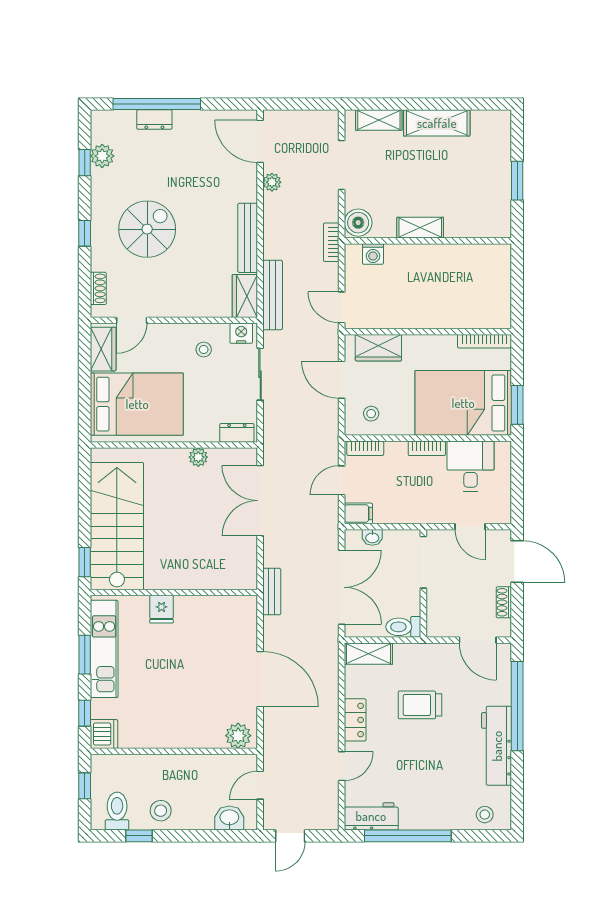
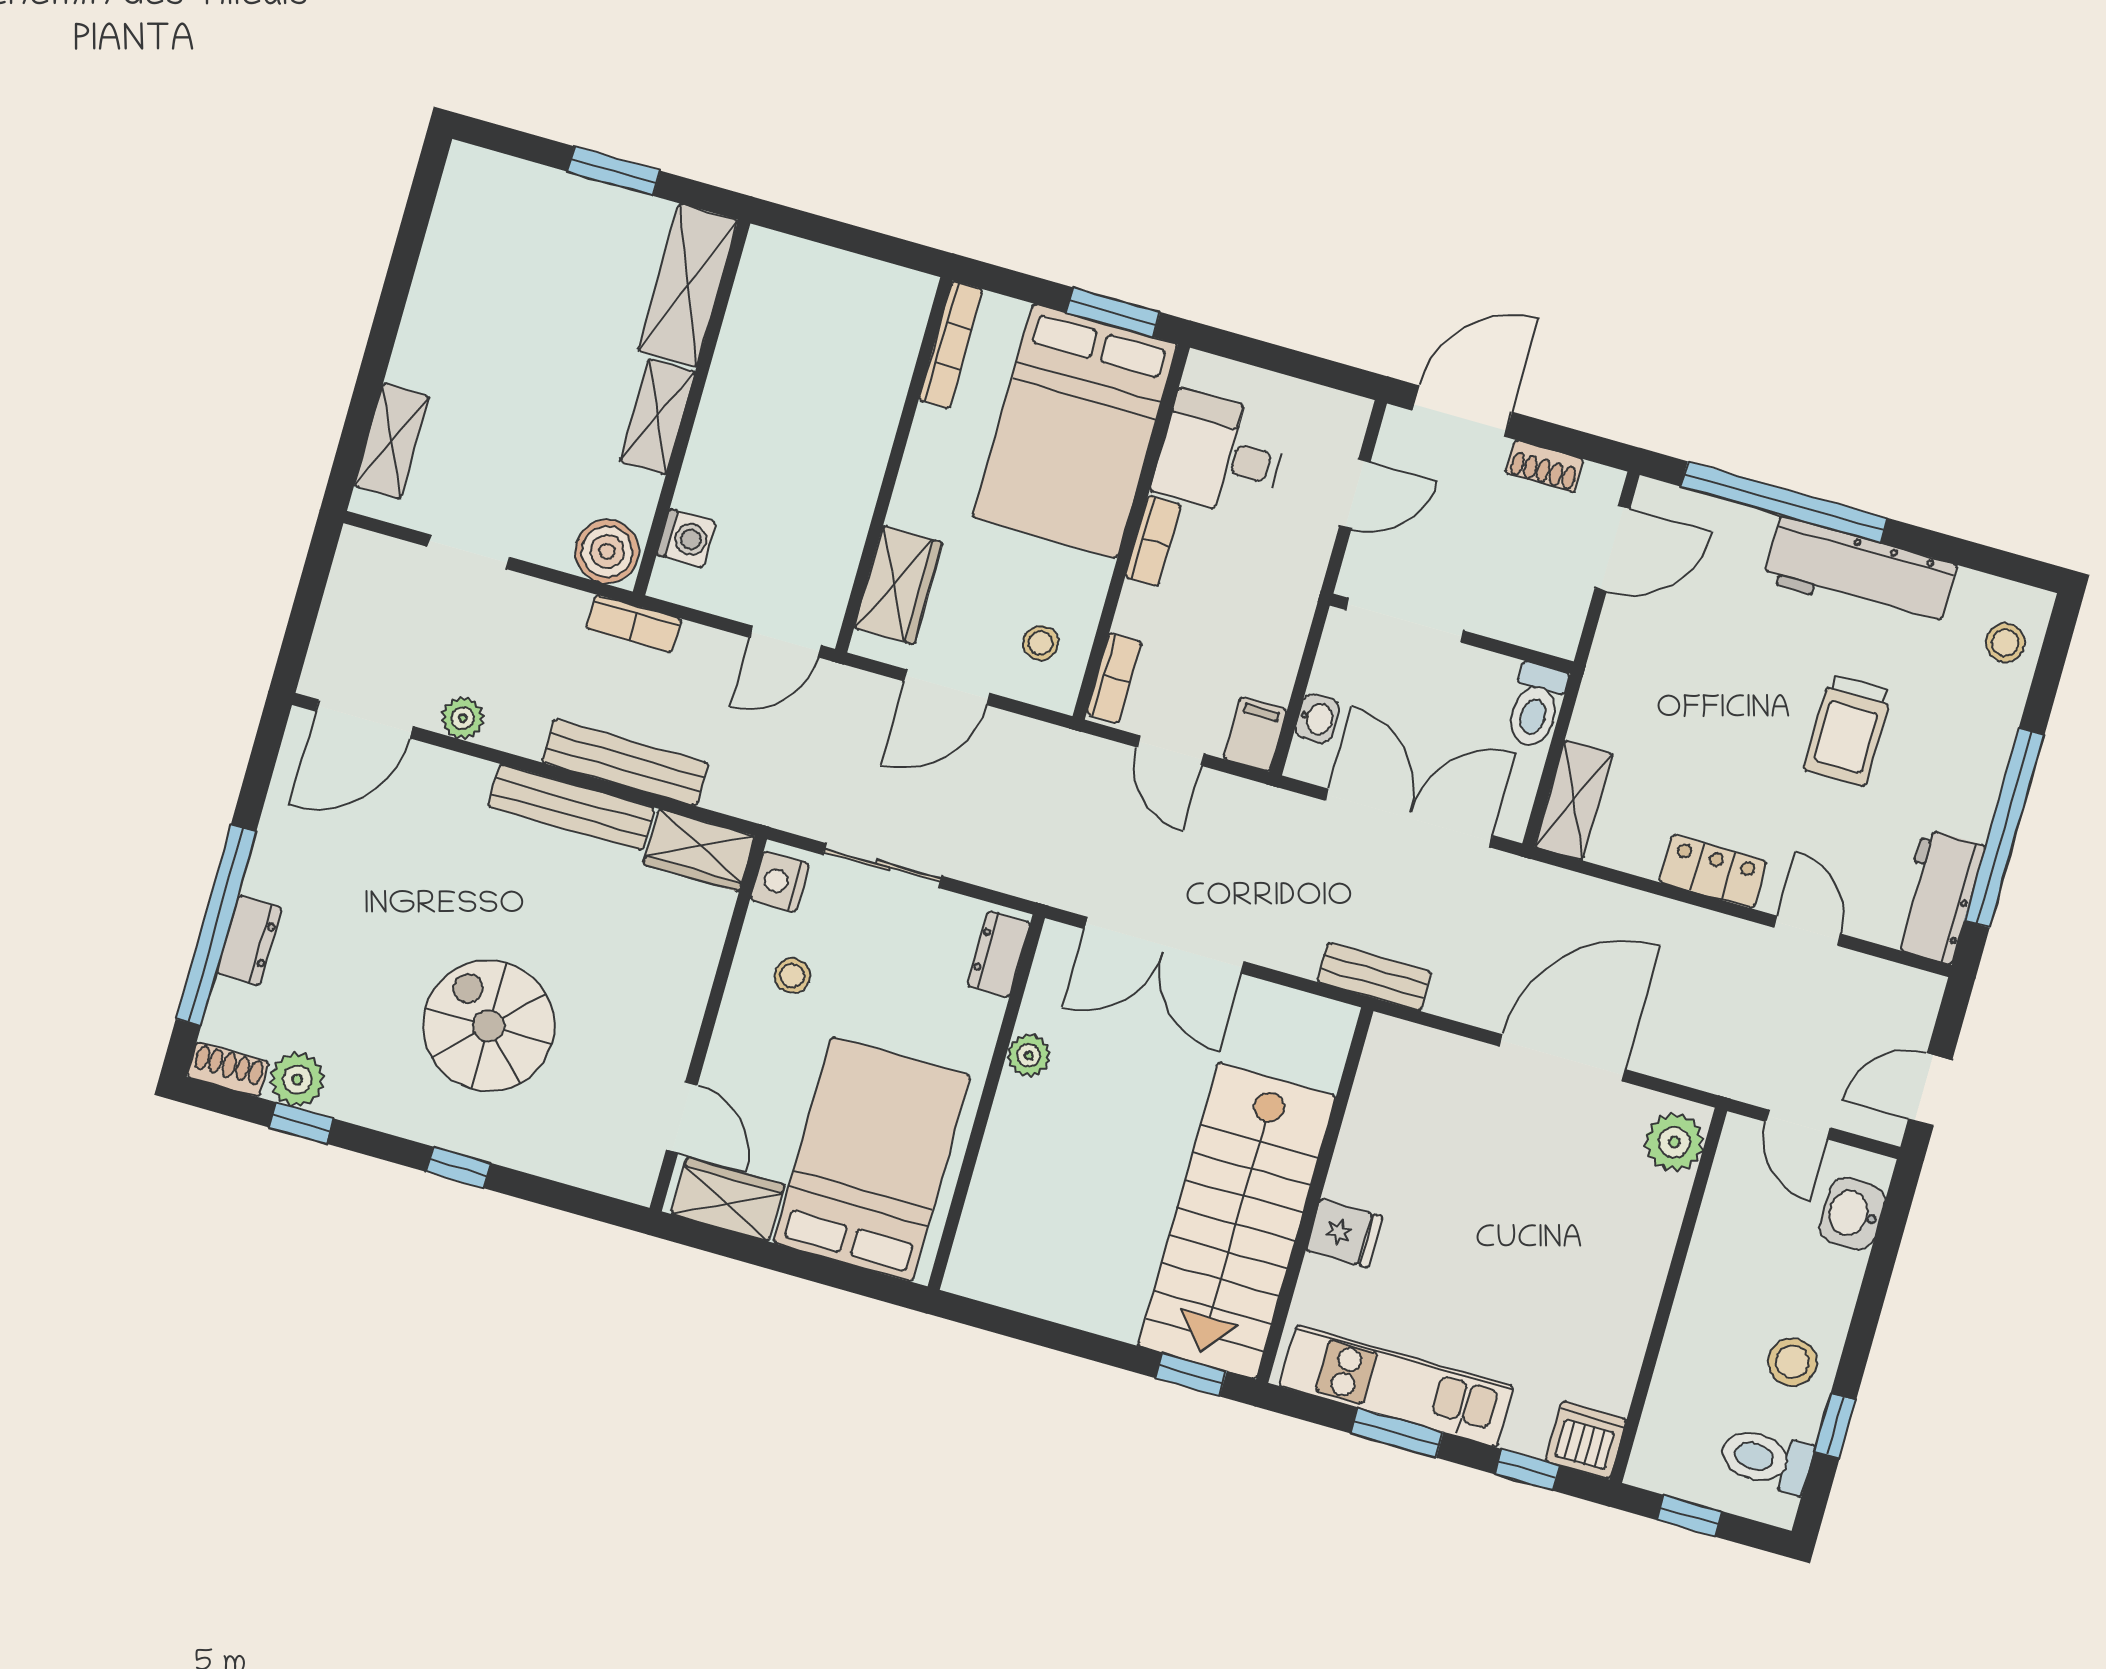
shelving: (437, 123) -> (688, 285), moved
doorway: (342, 165) -> (468, 552), width x0.73
shoe rack: (98, 288) -> (228, 1070), moved
bench: (273, 295) -> (625, 763), moved
stairs: (117, 526) -> (1237, 1221), moved, turned -90
trolley: (420, 705) -> (1848, 730), moved
door: (290, 836) -> (1930, 1090), swing flipped

